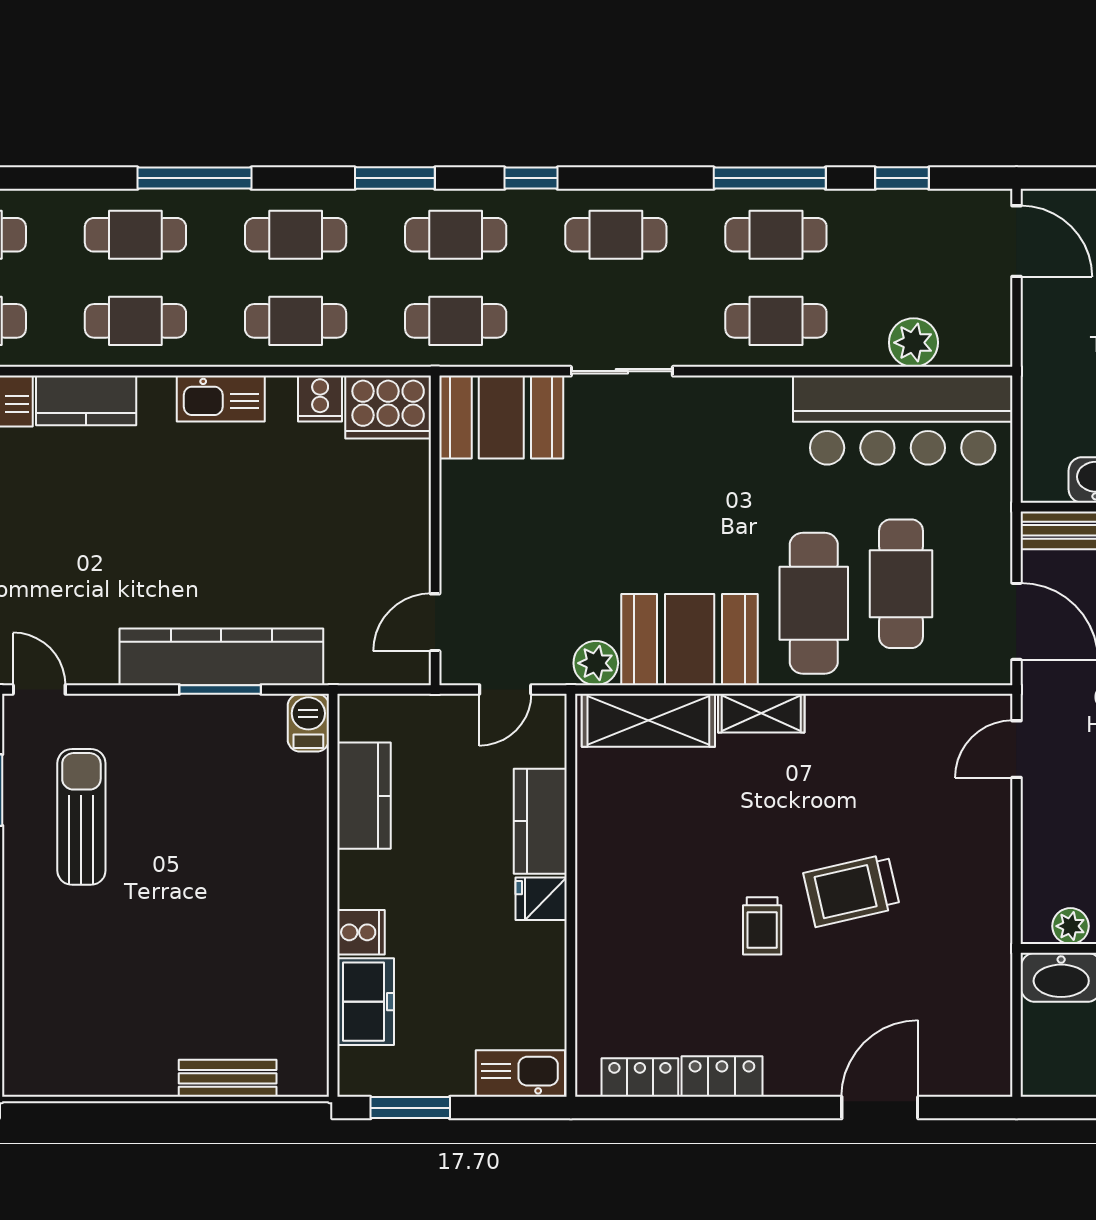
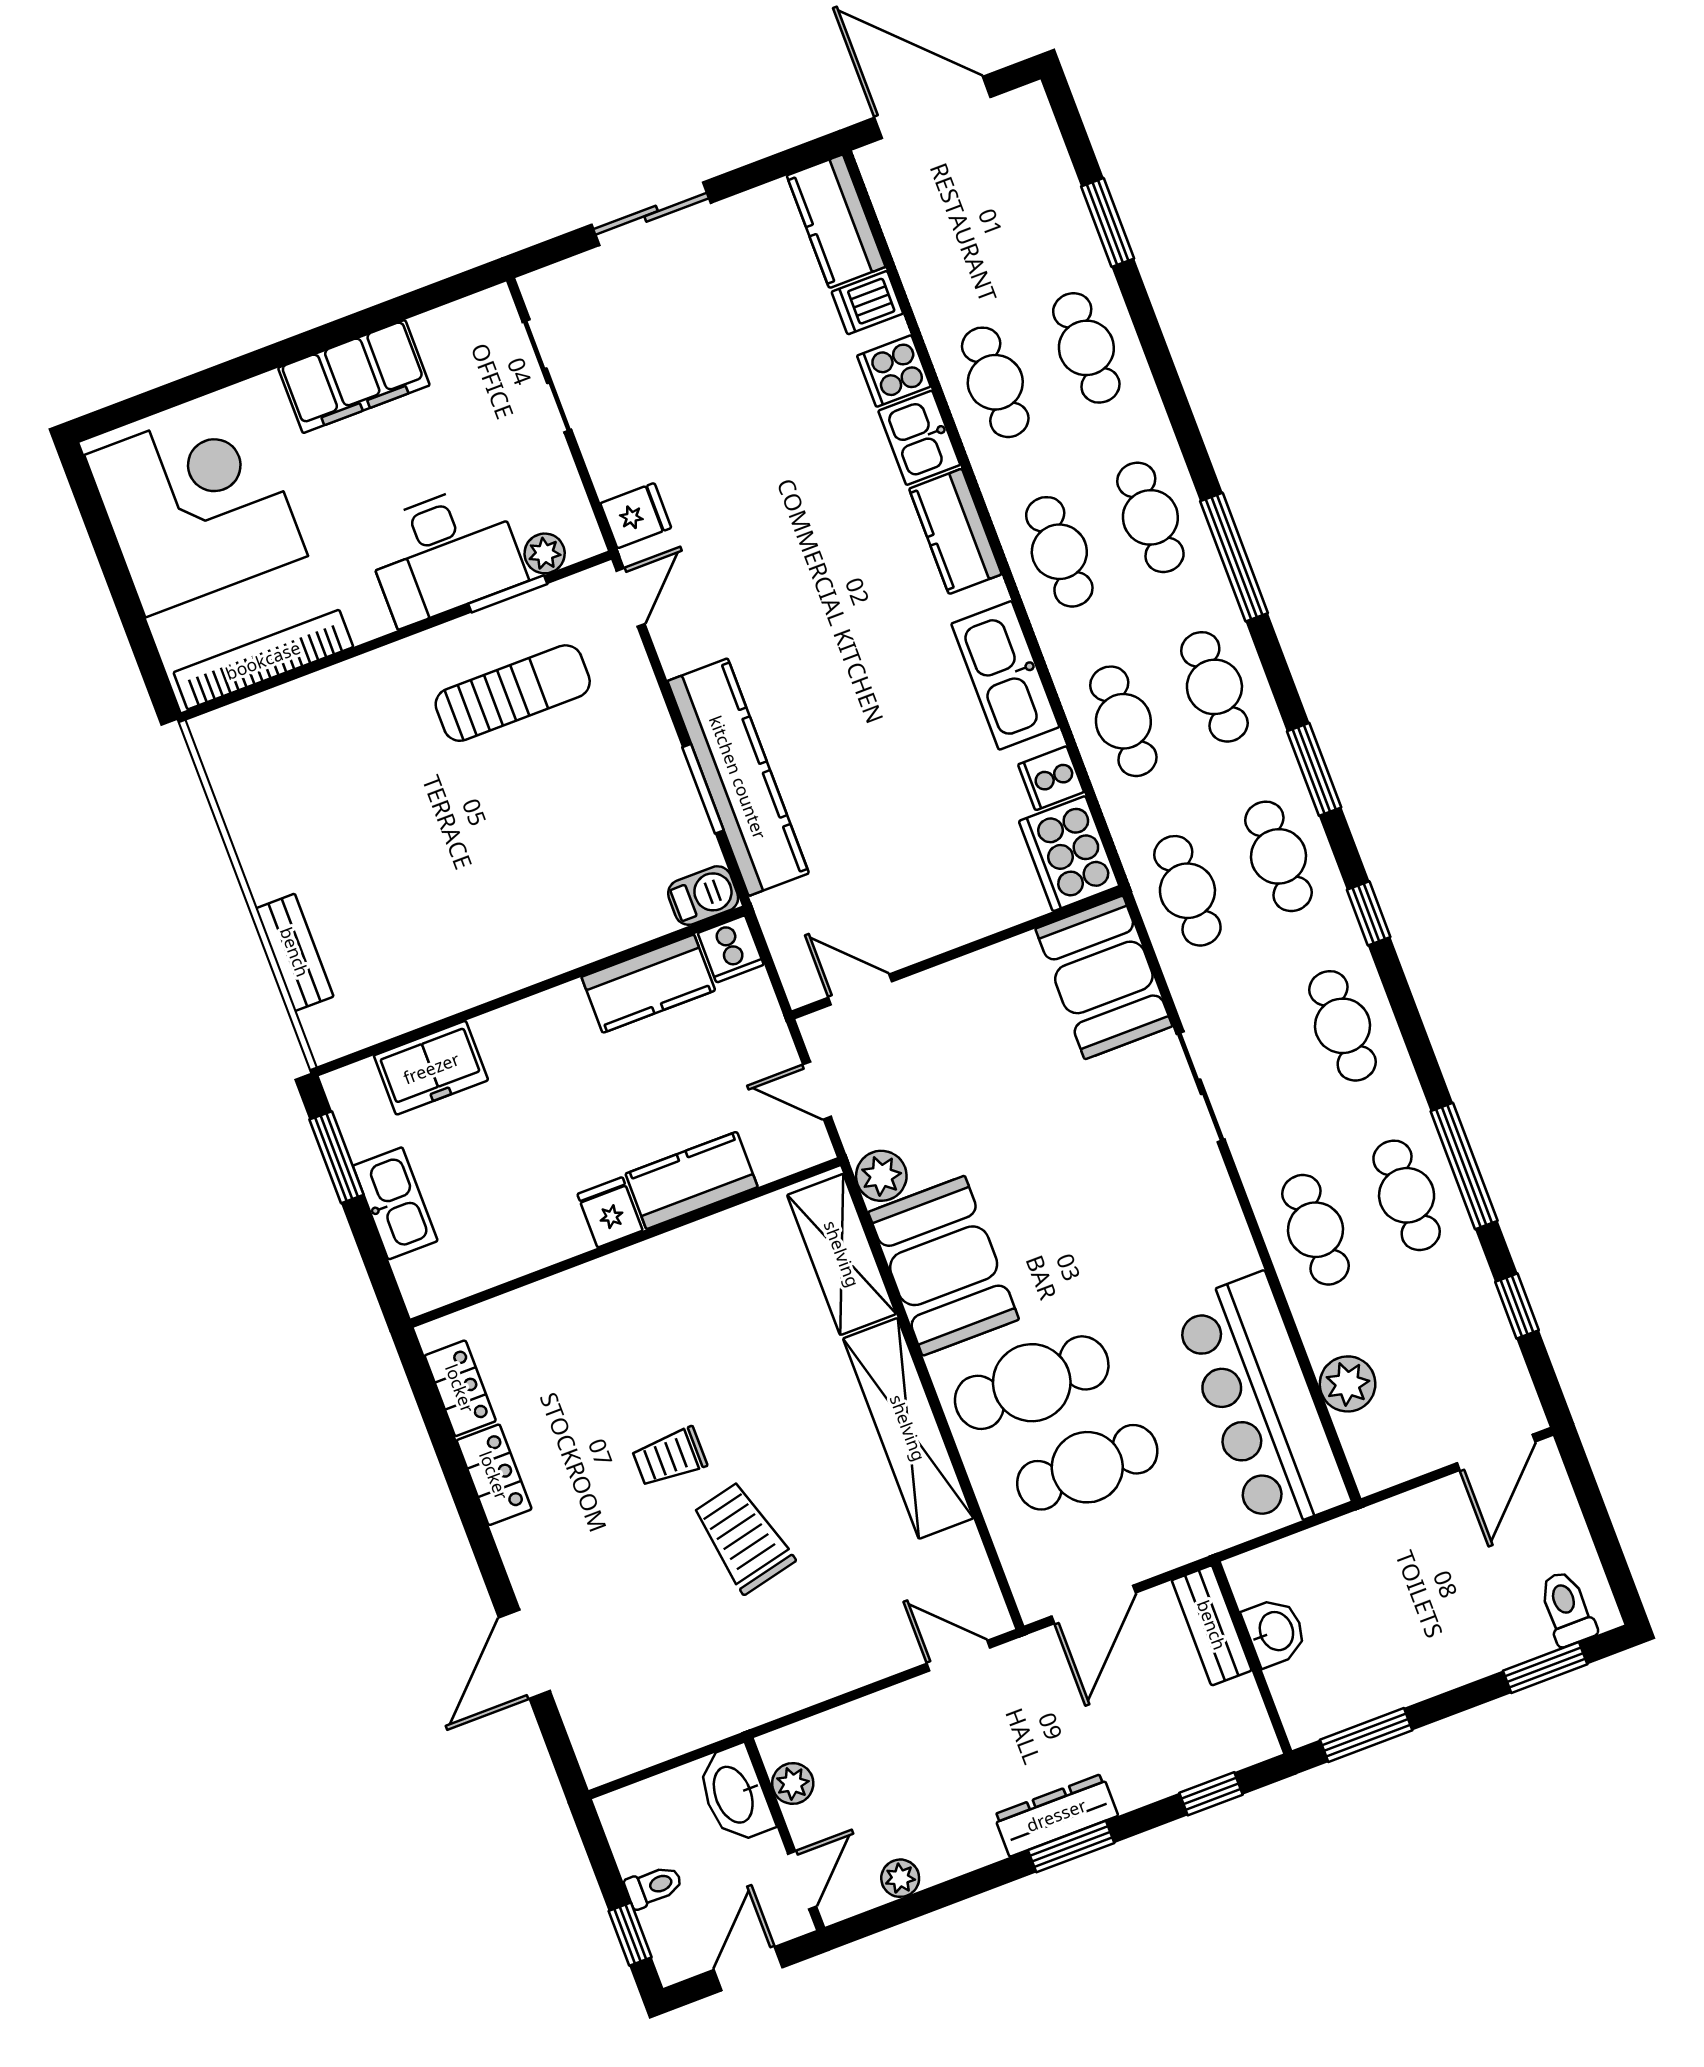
kitchen sink: (221, 399) -> (1005, 675), width x1.36, depth x1.24
shelving: (761, 713) -> (908, 1428), width x2.20, depth x1.33
cooker: (361, 932) -> (731, 949), moved
kitchen sink: (520, 1073) -> (395, 1203), moved
door: (880, 1108) -> (524, 1654), swing flipped

